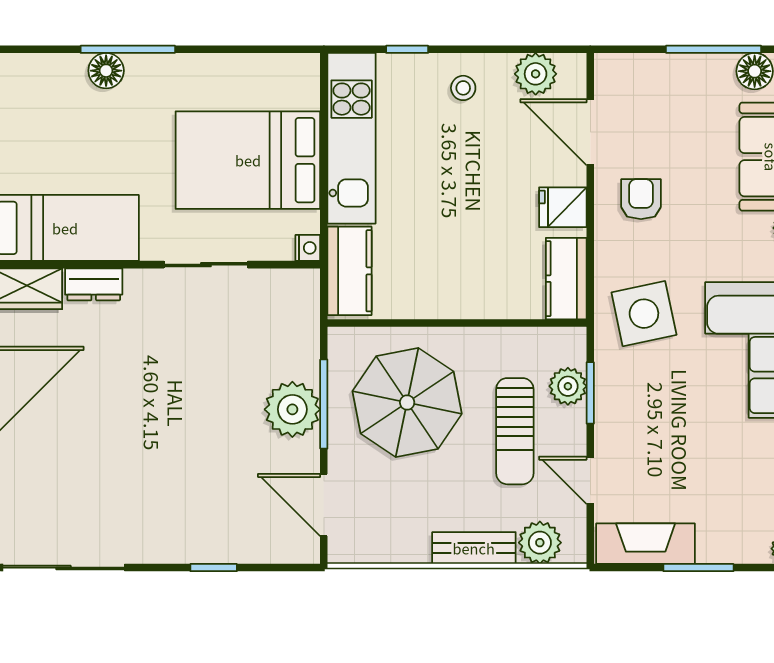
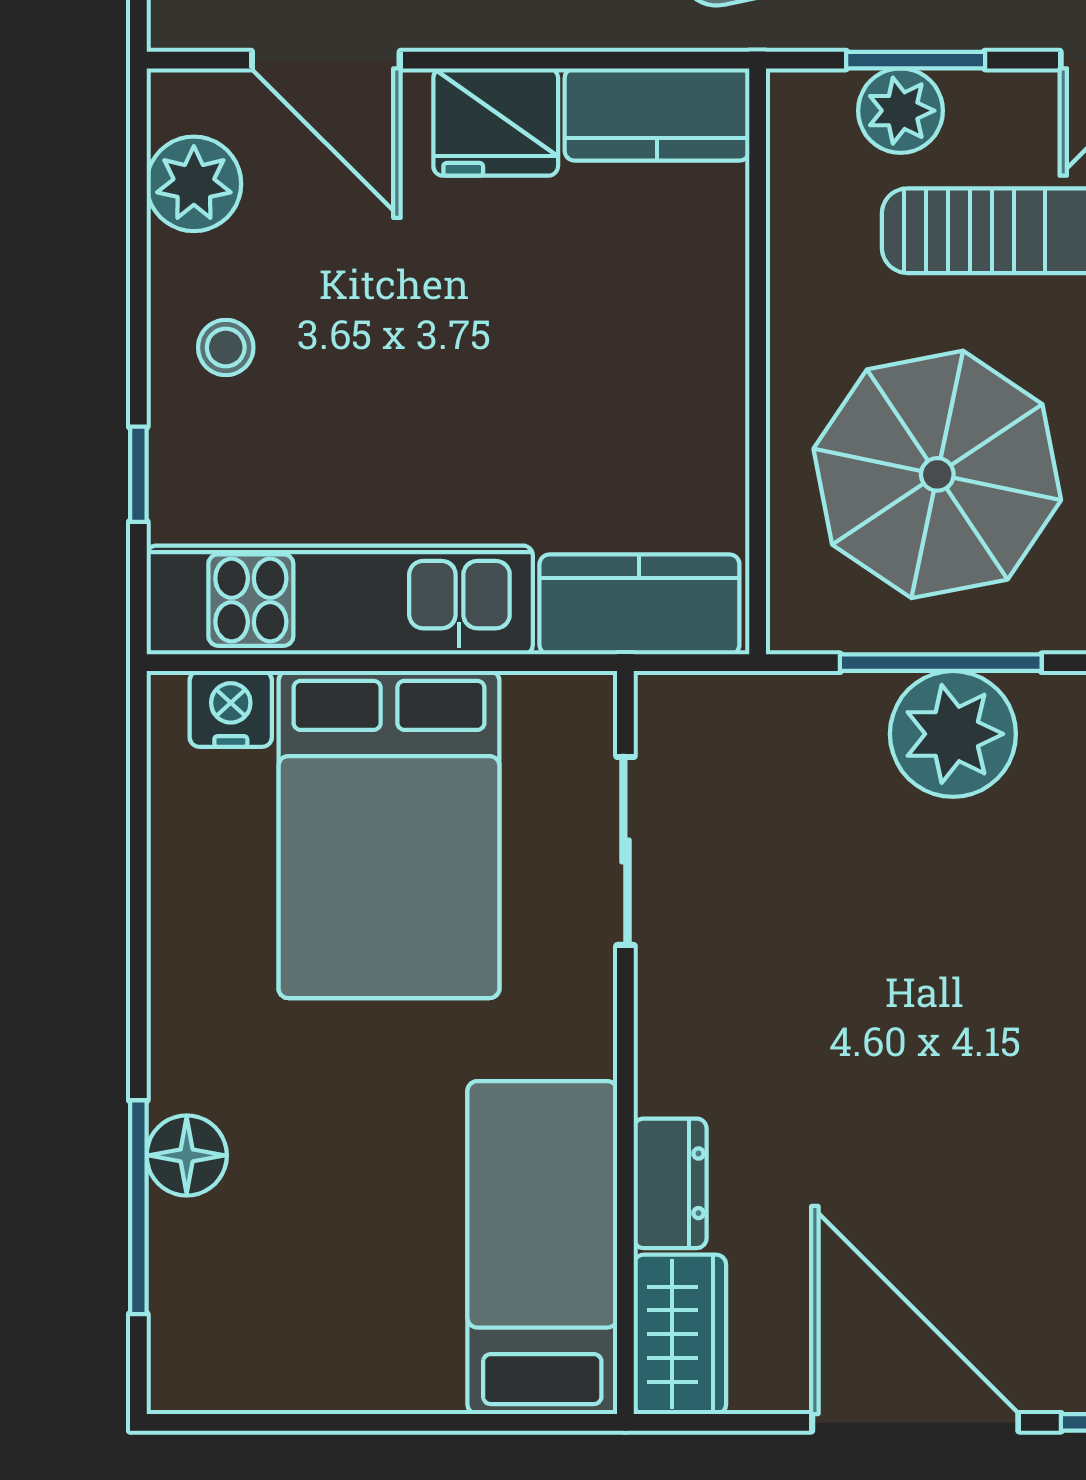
window: (128, 49) -> (138, 1207), moved
door: (590, 132) -> (326, 60), hinge flipped
fridge: (563, 207) -> (496, 122), width x1.38
nightstand: (308, 248) -> (231, 709), moved, width x1.39, depth x1.35
sliding door: (206, 265) -> (625, 851), moved

